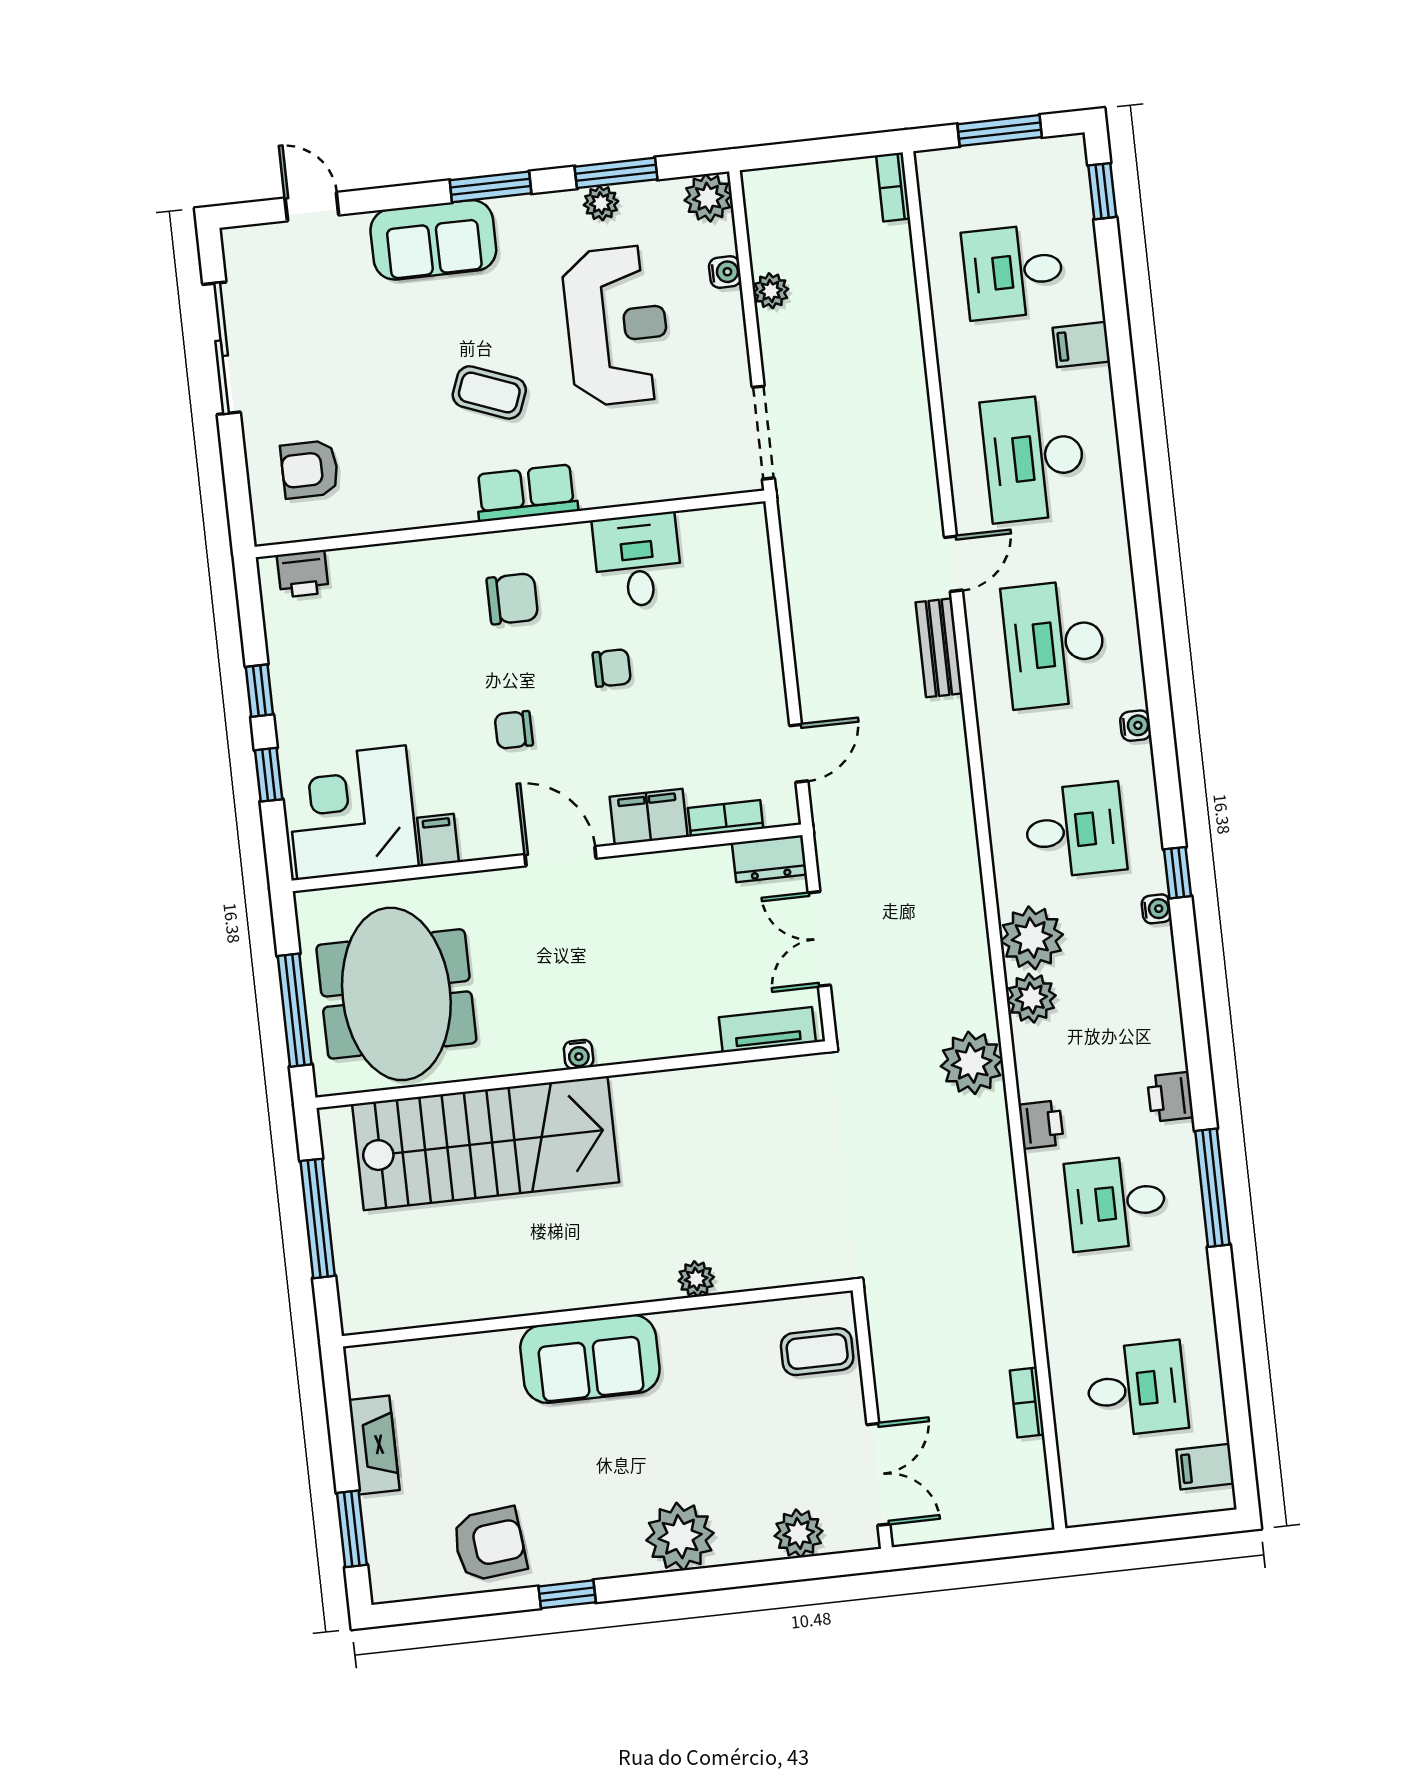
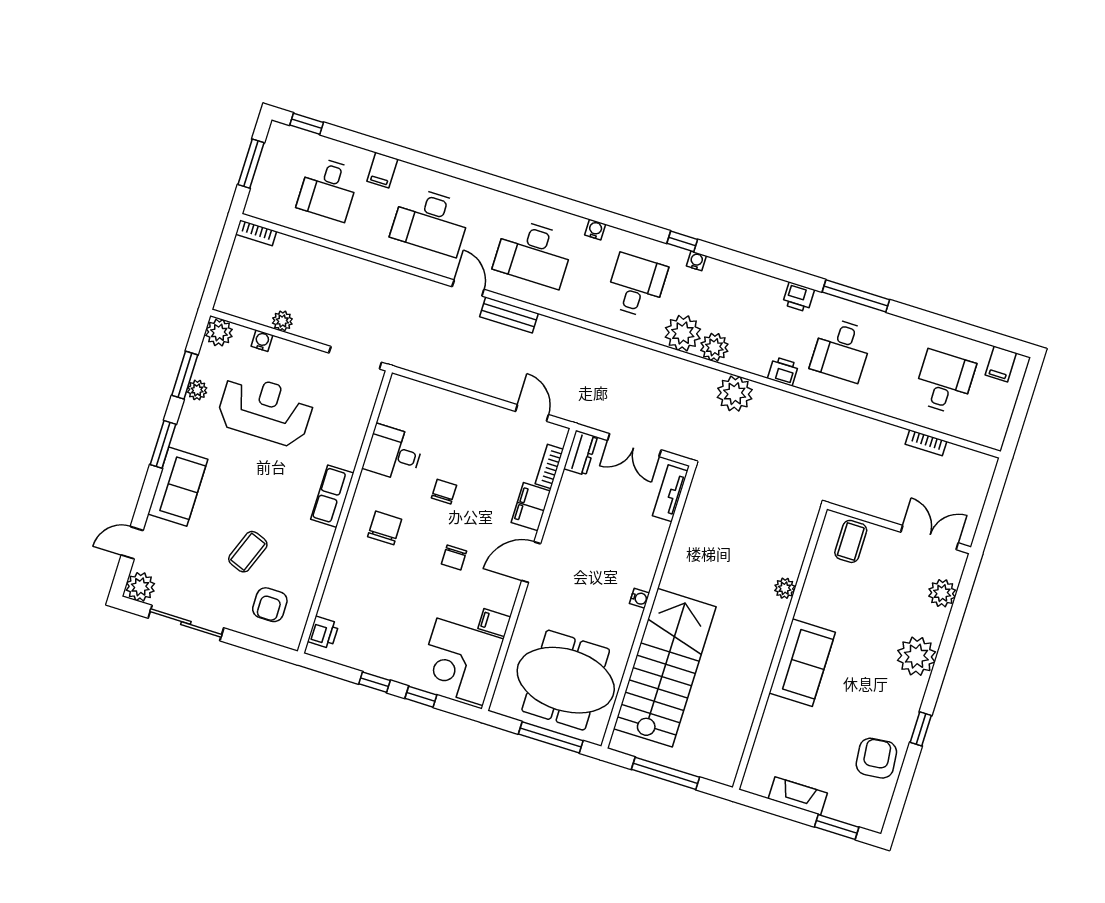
plant: (247, 250) -> (140, 587), added
coffee table: (489, 392) -> (248, 552), moved

